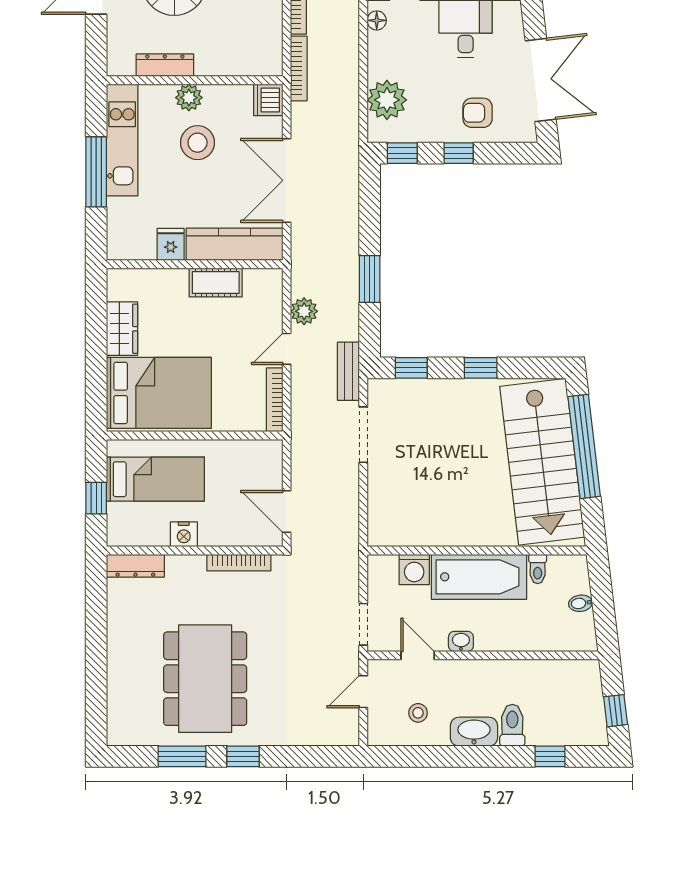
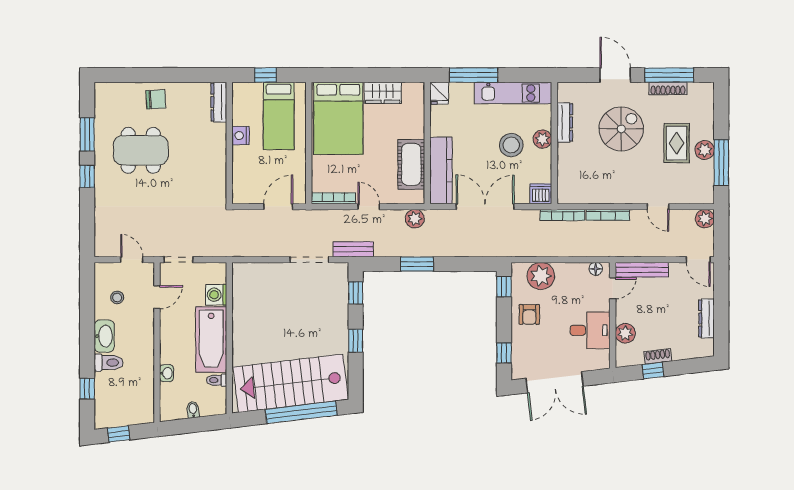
armchair: (478, 113) -> (529, 314), moved, turned 180
window: (459, 153) -> (504, 353), moved
window: (96, 172) -> (474, 75), moved
fridge: (171, 244) -> (439, 93), moved, turned 90
cot: (216, 283) -> (411, 164), width x1.37, depth x1.34
plant: (304, 311) -> (415, 219), moved
door: (287, 511) -> (278, 207), moved
bookcase: (239, 563) -> (221, 174), removed
washbasin: (461, 641) -> (167, 373), moved
chair: (131, 657) -> (156, 99), added
dining table: (205, 679) -> (141, 150), width x0.73, depth x0.80

